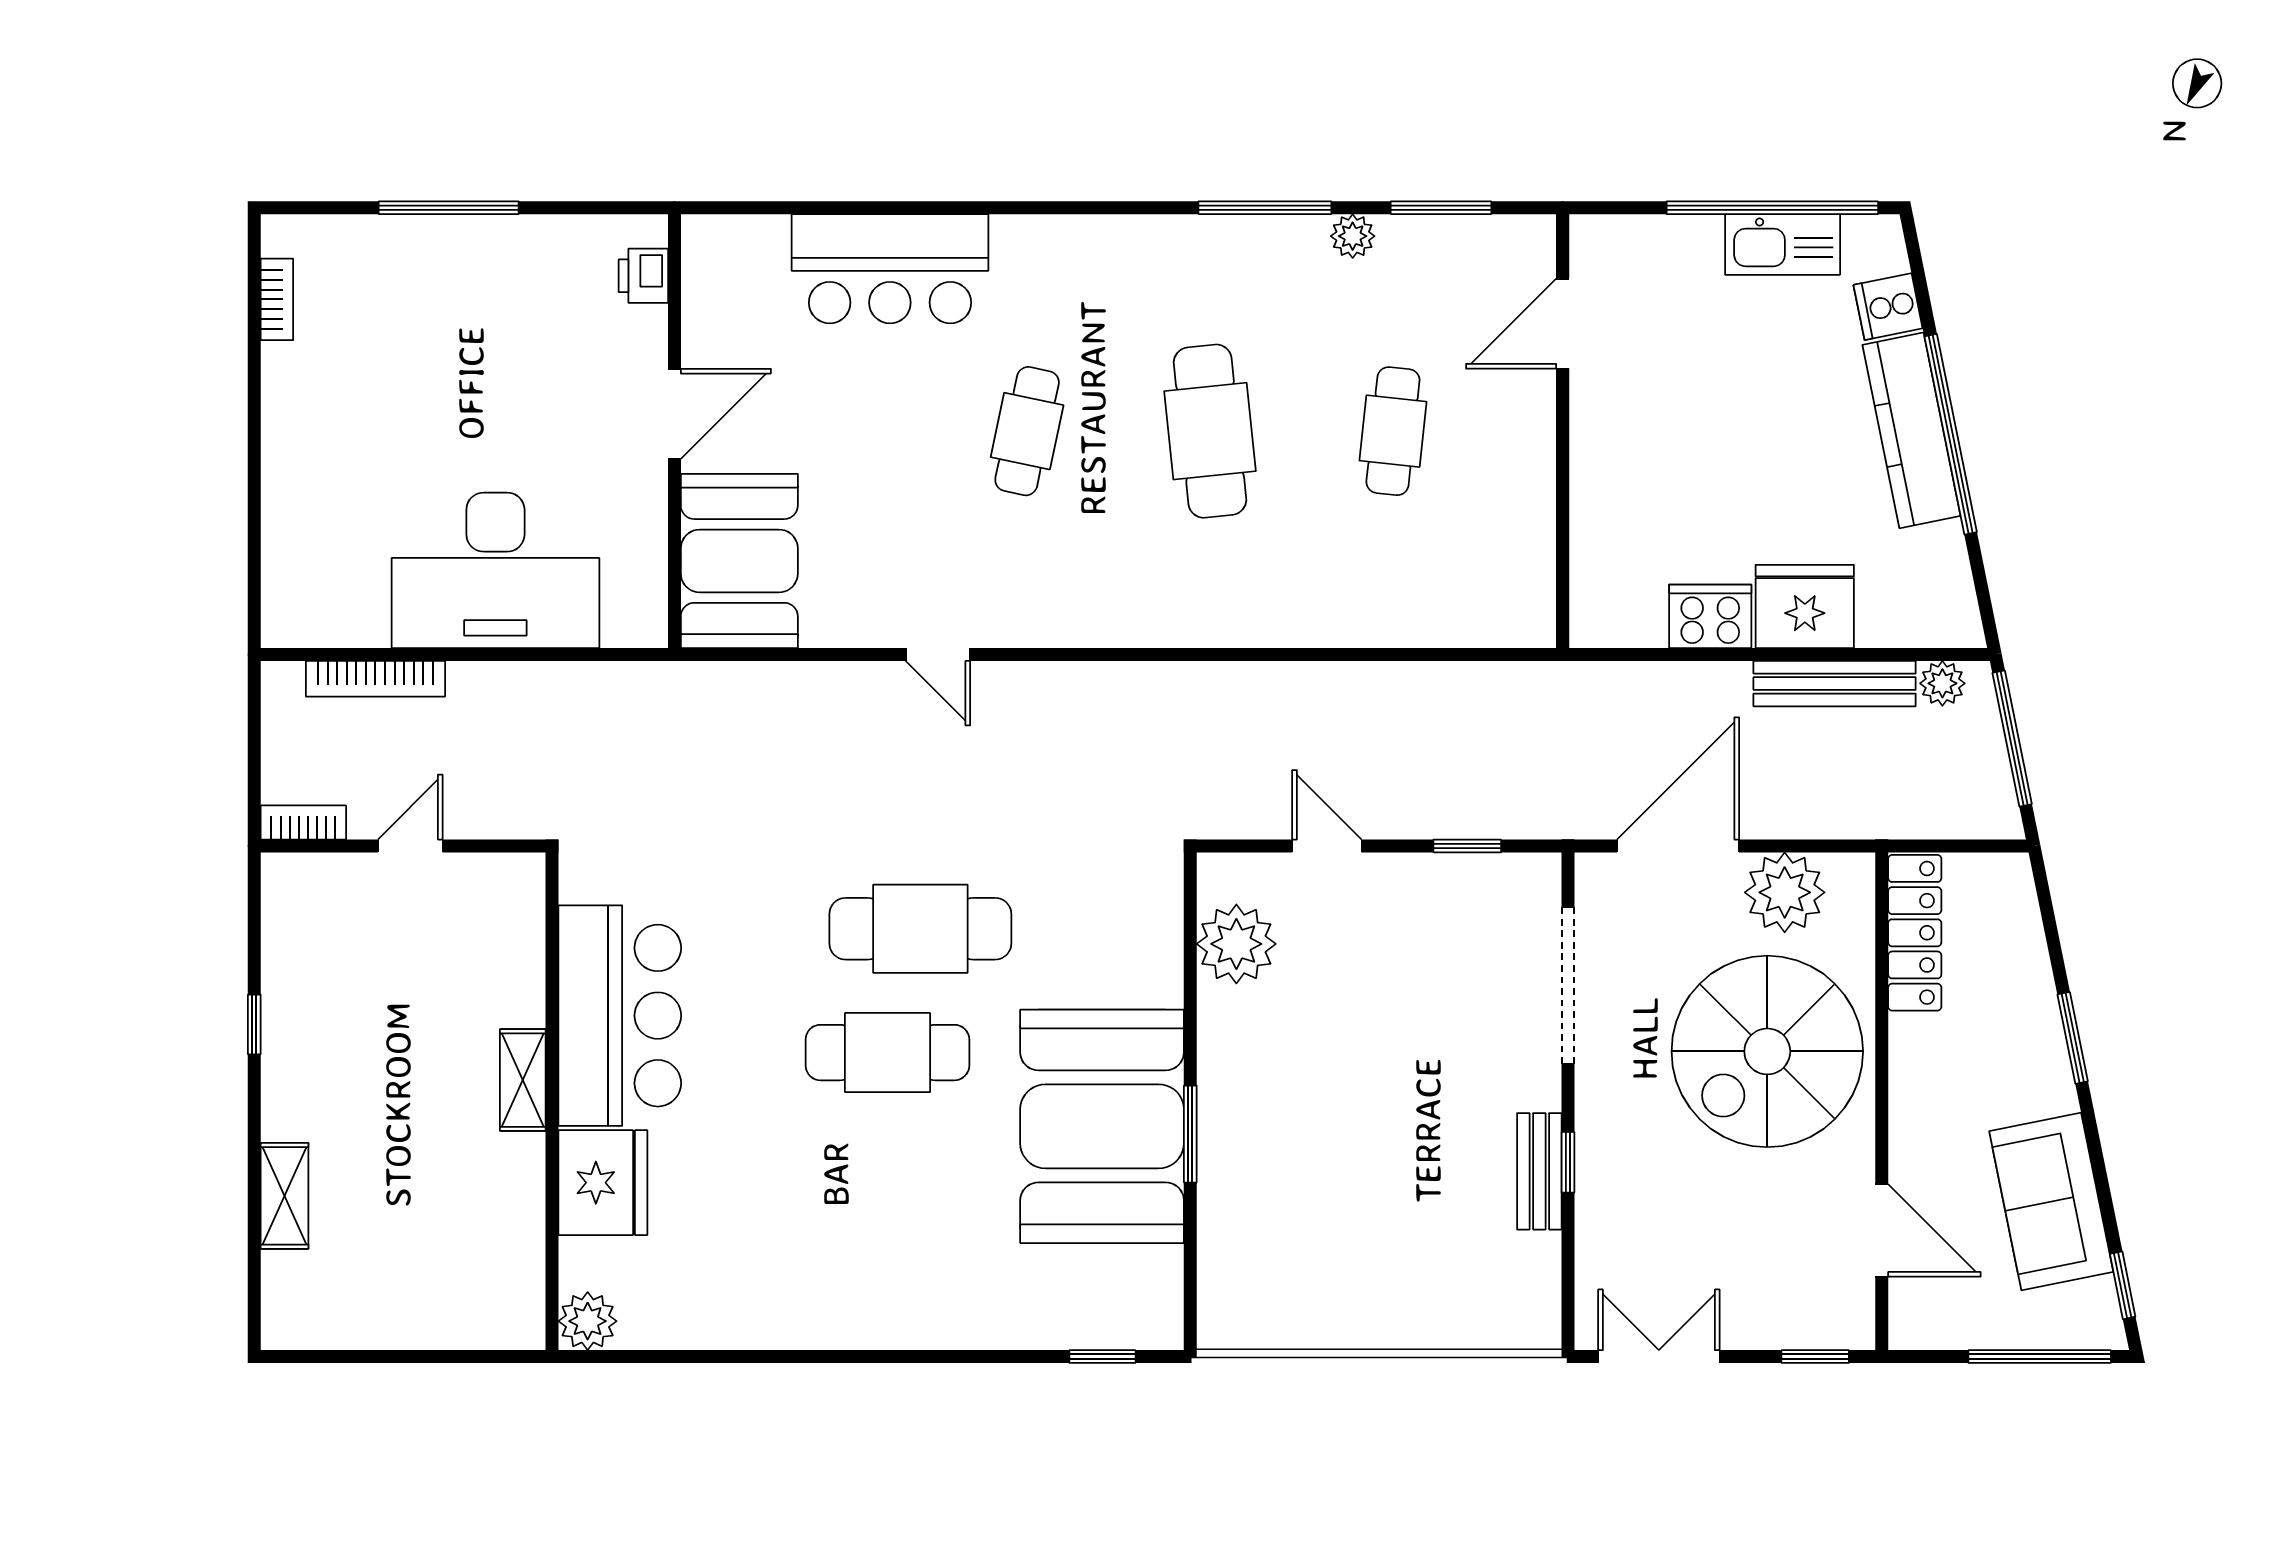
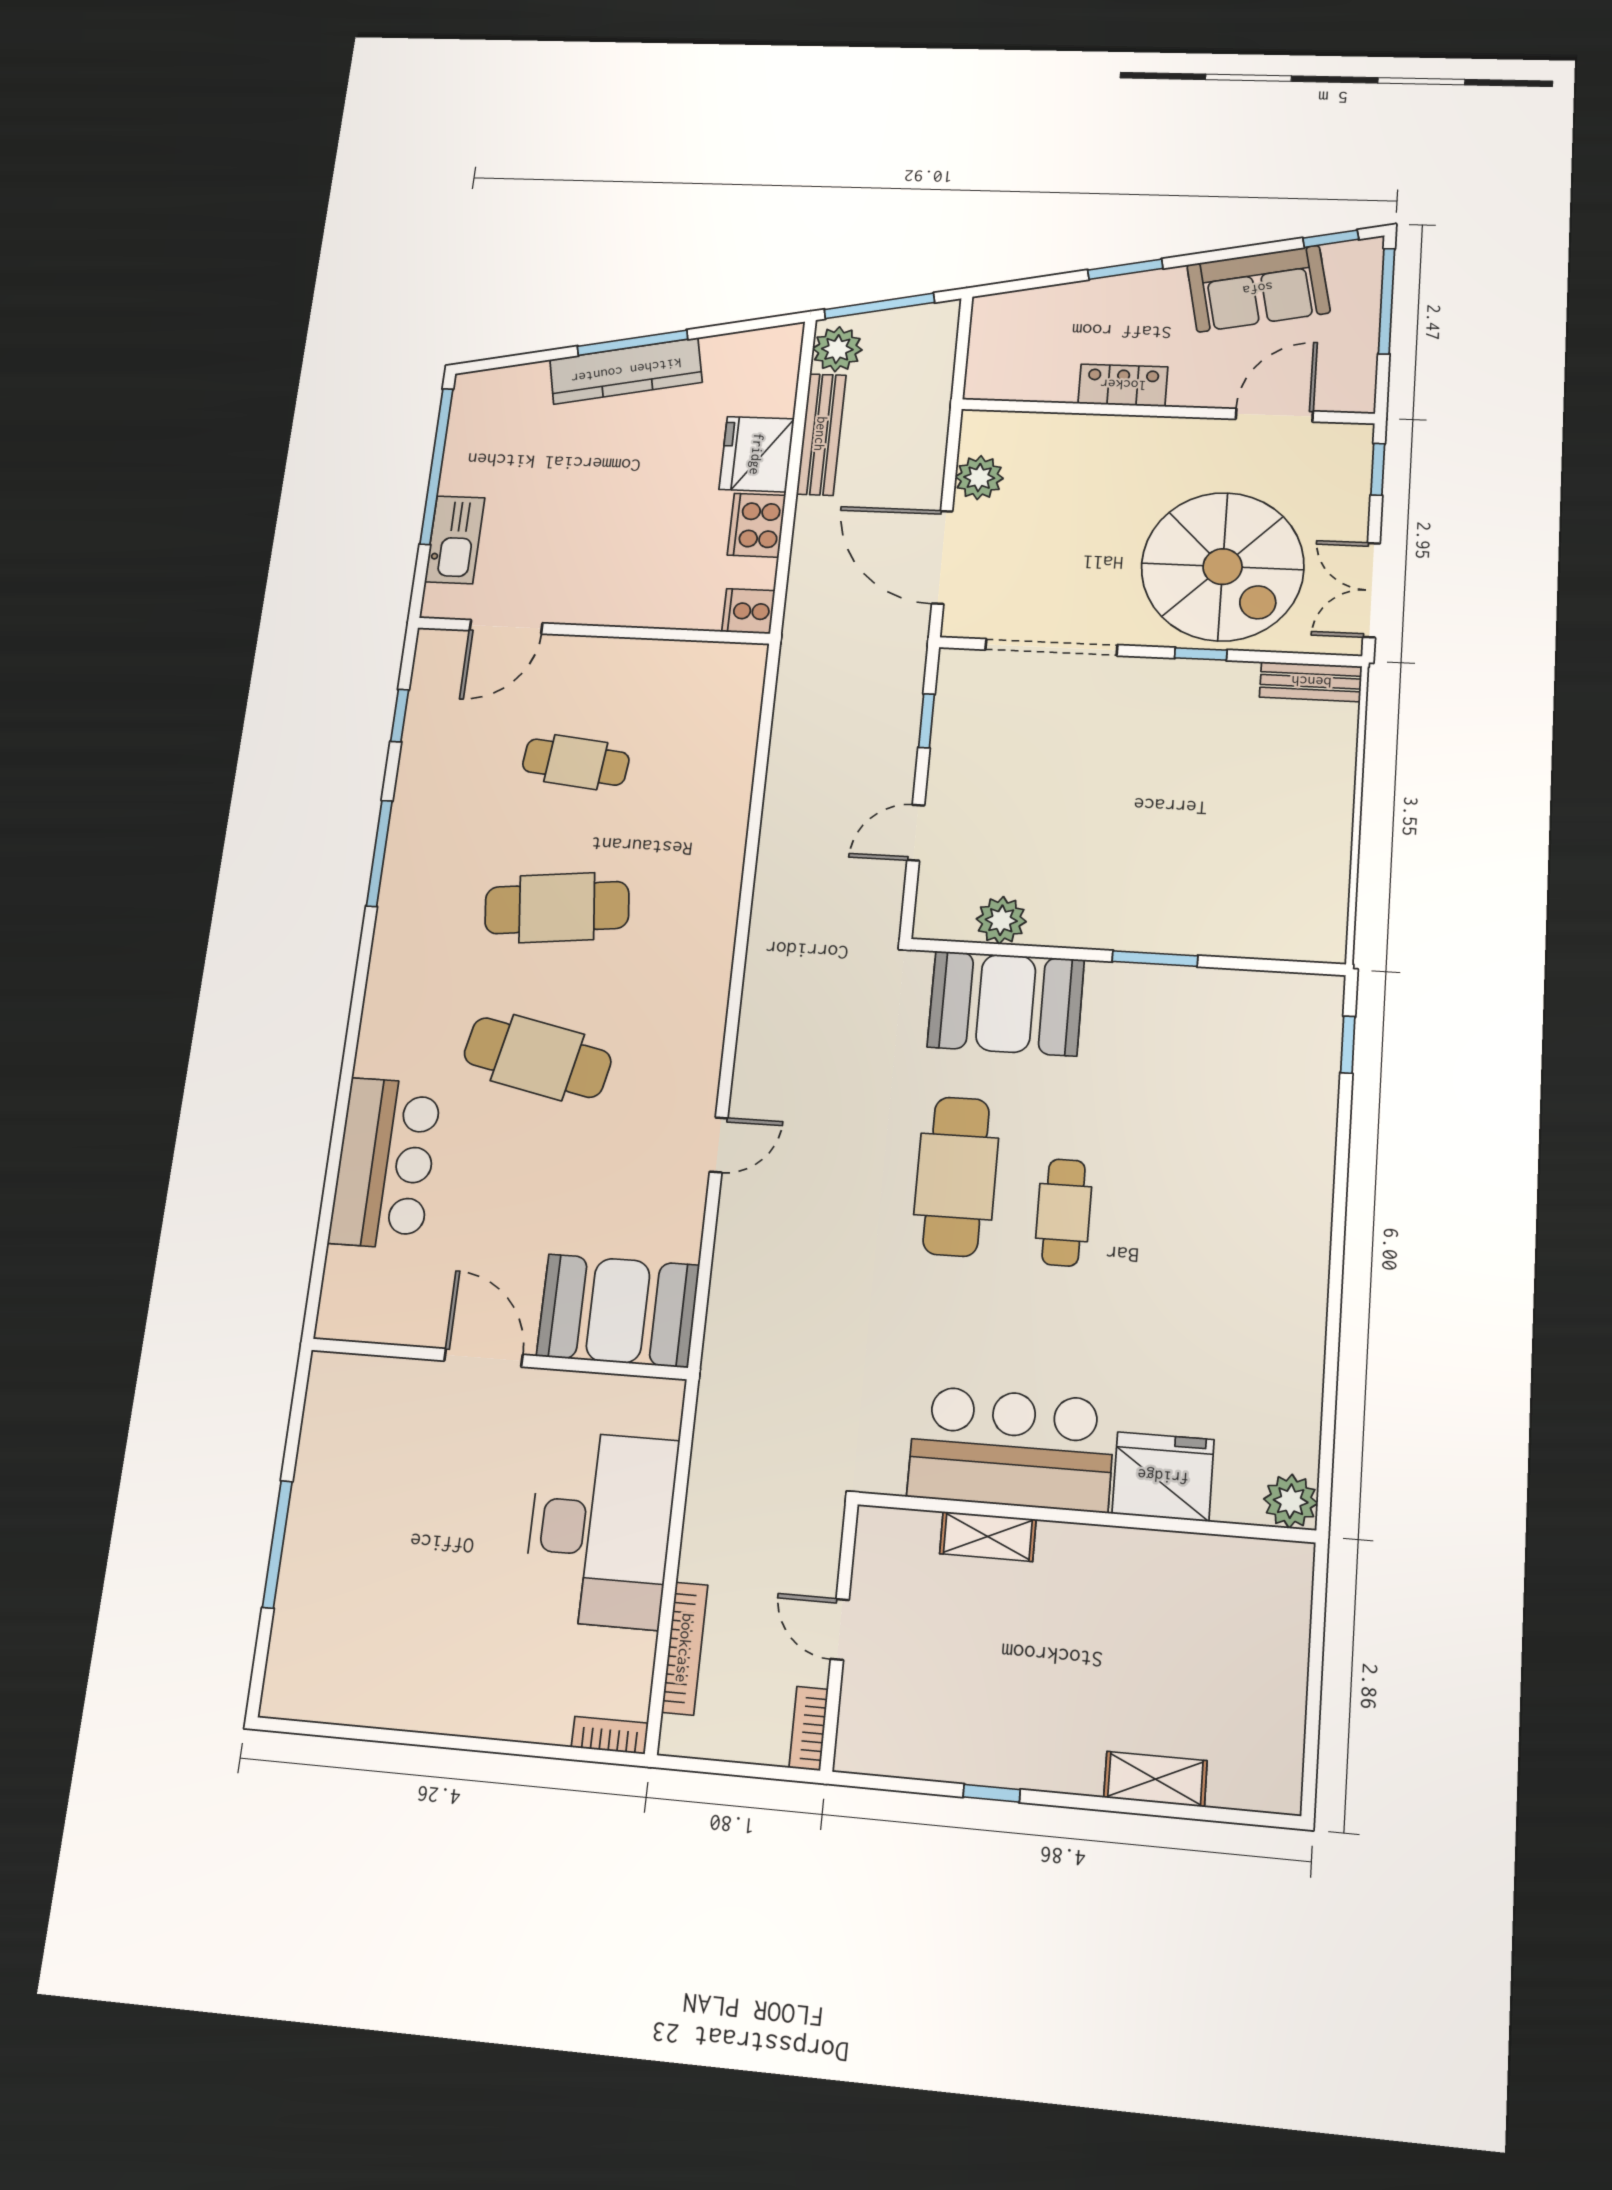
window: (1441, 208) -> (400, 716), width x0.67
plant: (1353, 236) -> (412, 785), removed
kitchen sink: (1783, 244) -> (455, 540), moved
printer: (643, 276) -> (361, 1376), removed
bookcase: (277, 299) -> (610, 1735), moved
cooker: (1888, 307) -> (748, 611), moved, turned 101
door: (1563, 324) -> (506, 627), hinge flipped
cafe table: (1027, 431) -> (537, 1058), width x1.37, depth x1.35
window: (1951, 434) -> (633, 343), width x0.68
plant: (1942, 683) -> (837, 349), width x1.38, depth x1.38
plant: (1785, 892) -> (979, 478), width x0.73, depth x0.73
locker: (1915, 933) -> (1123, 385), moved, width x0.66
plant: (1236, 944) -> (1001, 920), width x0.73, depth x0.73
spiral stairs: (1767, 1051) -> (1223, 567), moved
cafe table: (887, 1053) -> (1064, 1212), width x0.73, depth x0.74
shelving: (523, 1080) -> (988, 1536), moved
booth: (1102, 1126) -> (1006, 1003), moved, width x0.73, depth x0.70
bench: (1539, 1171) -> (1311, 682), moved

